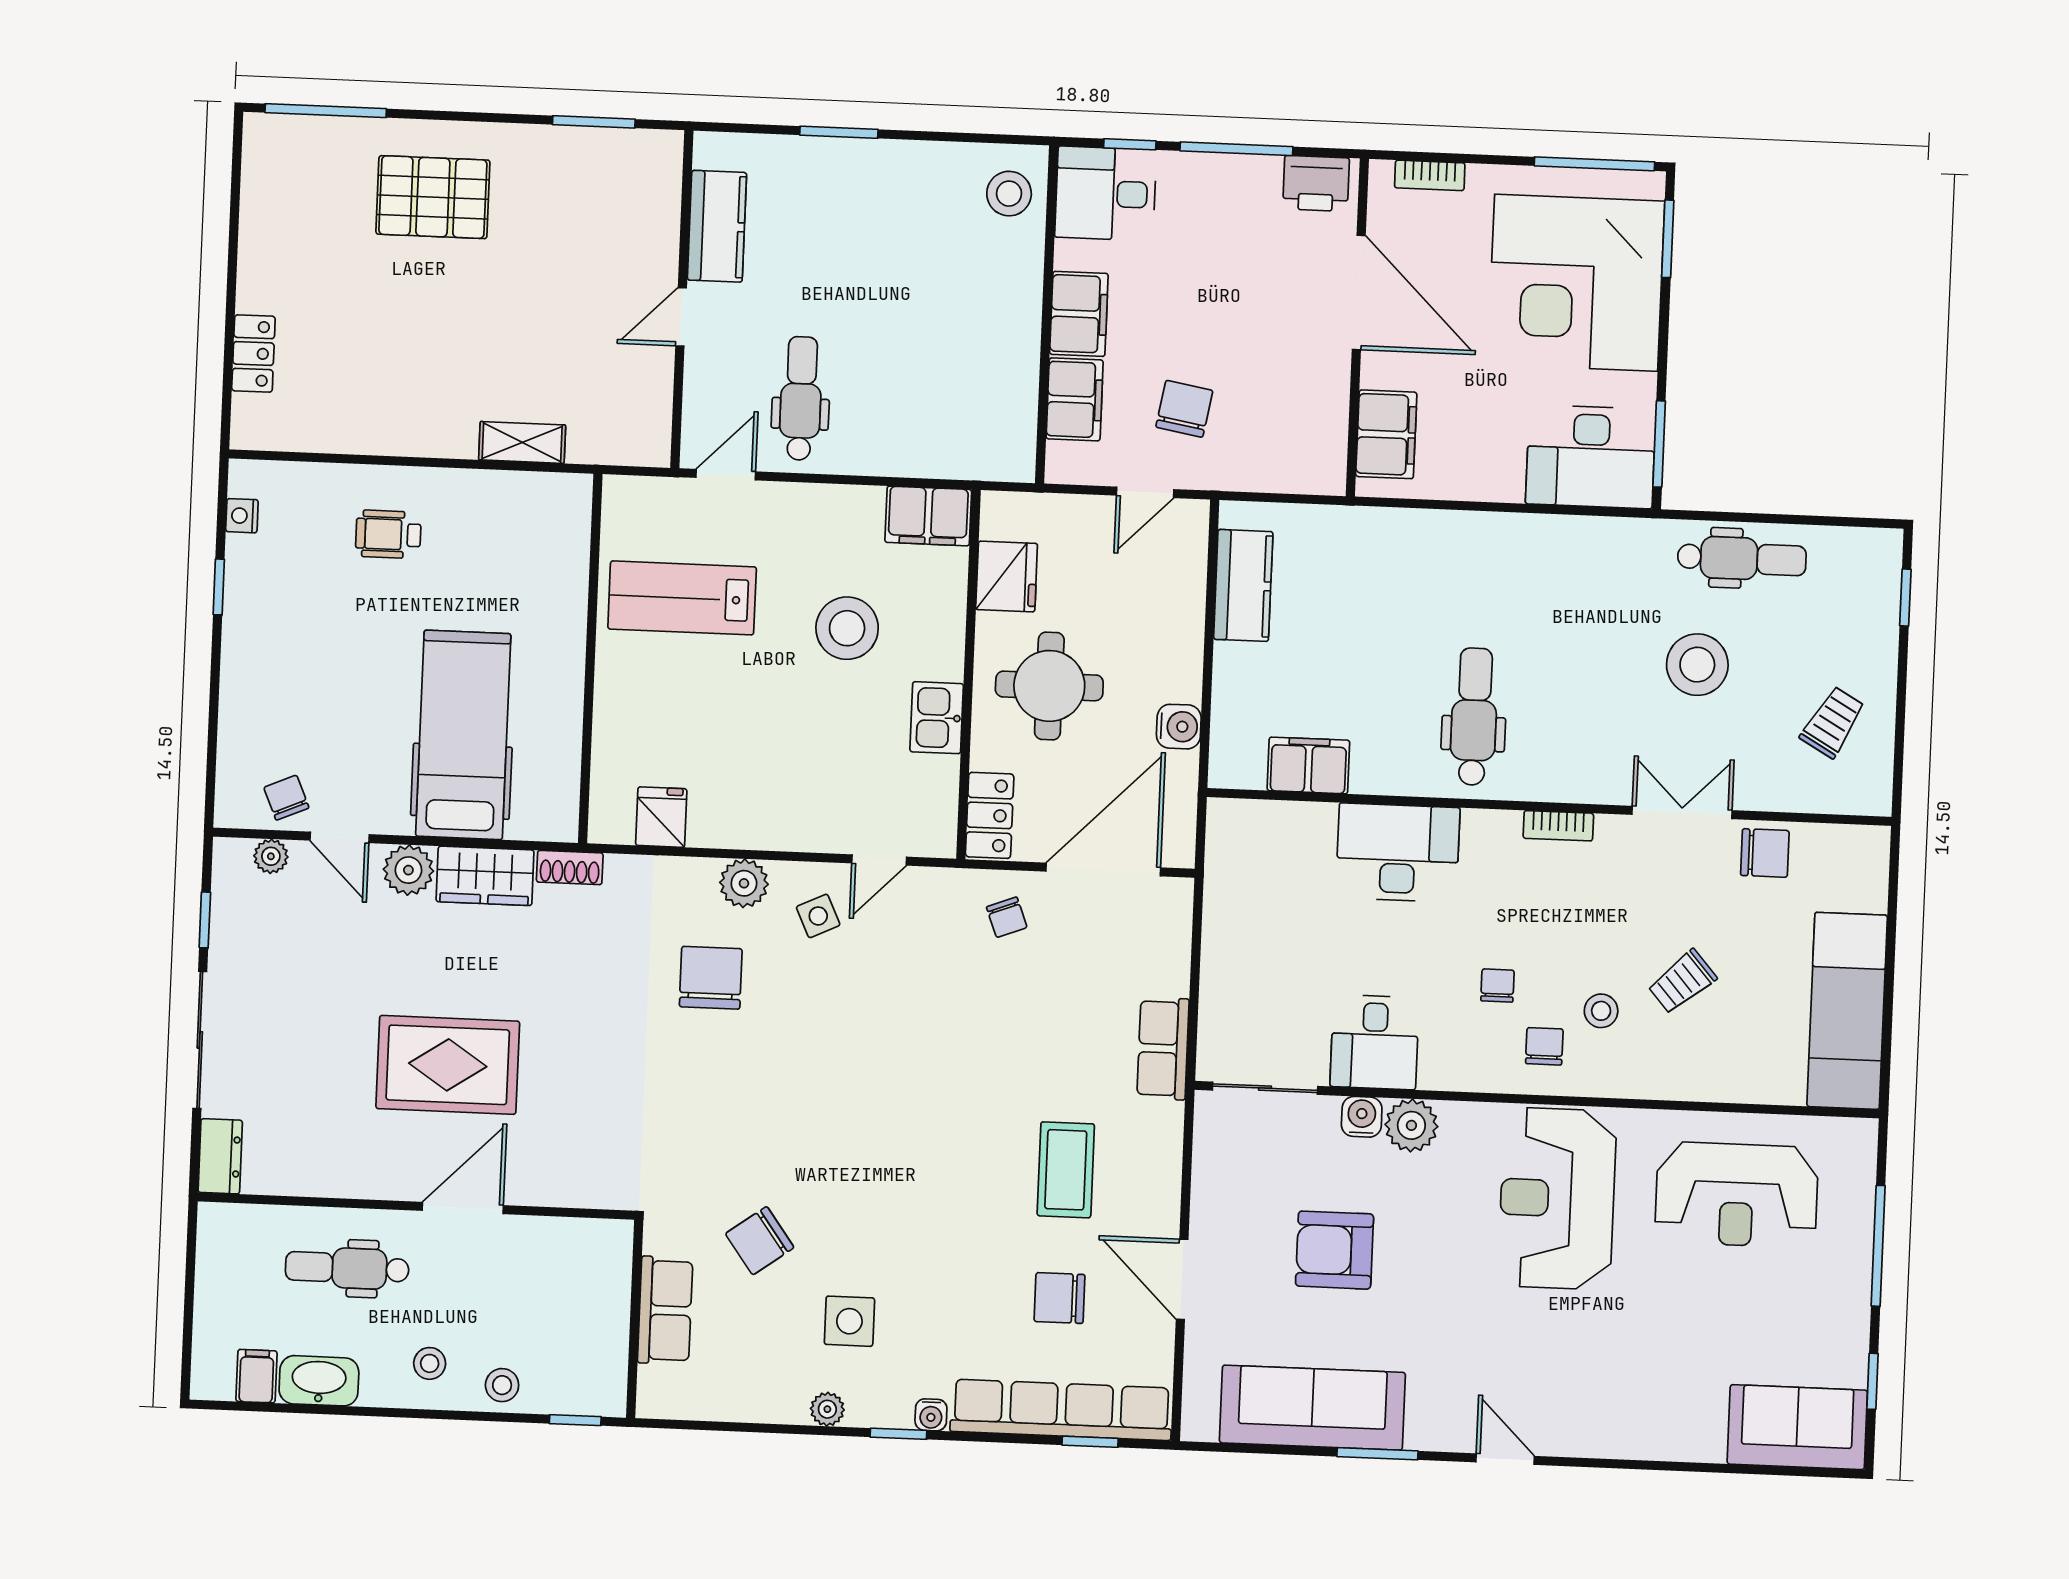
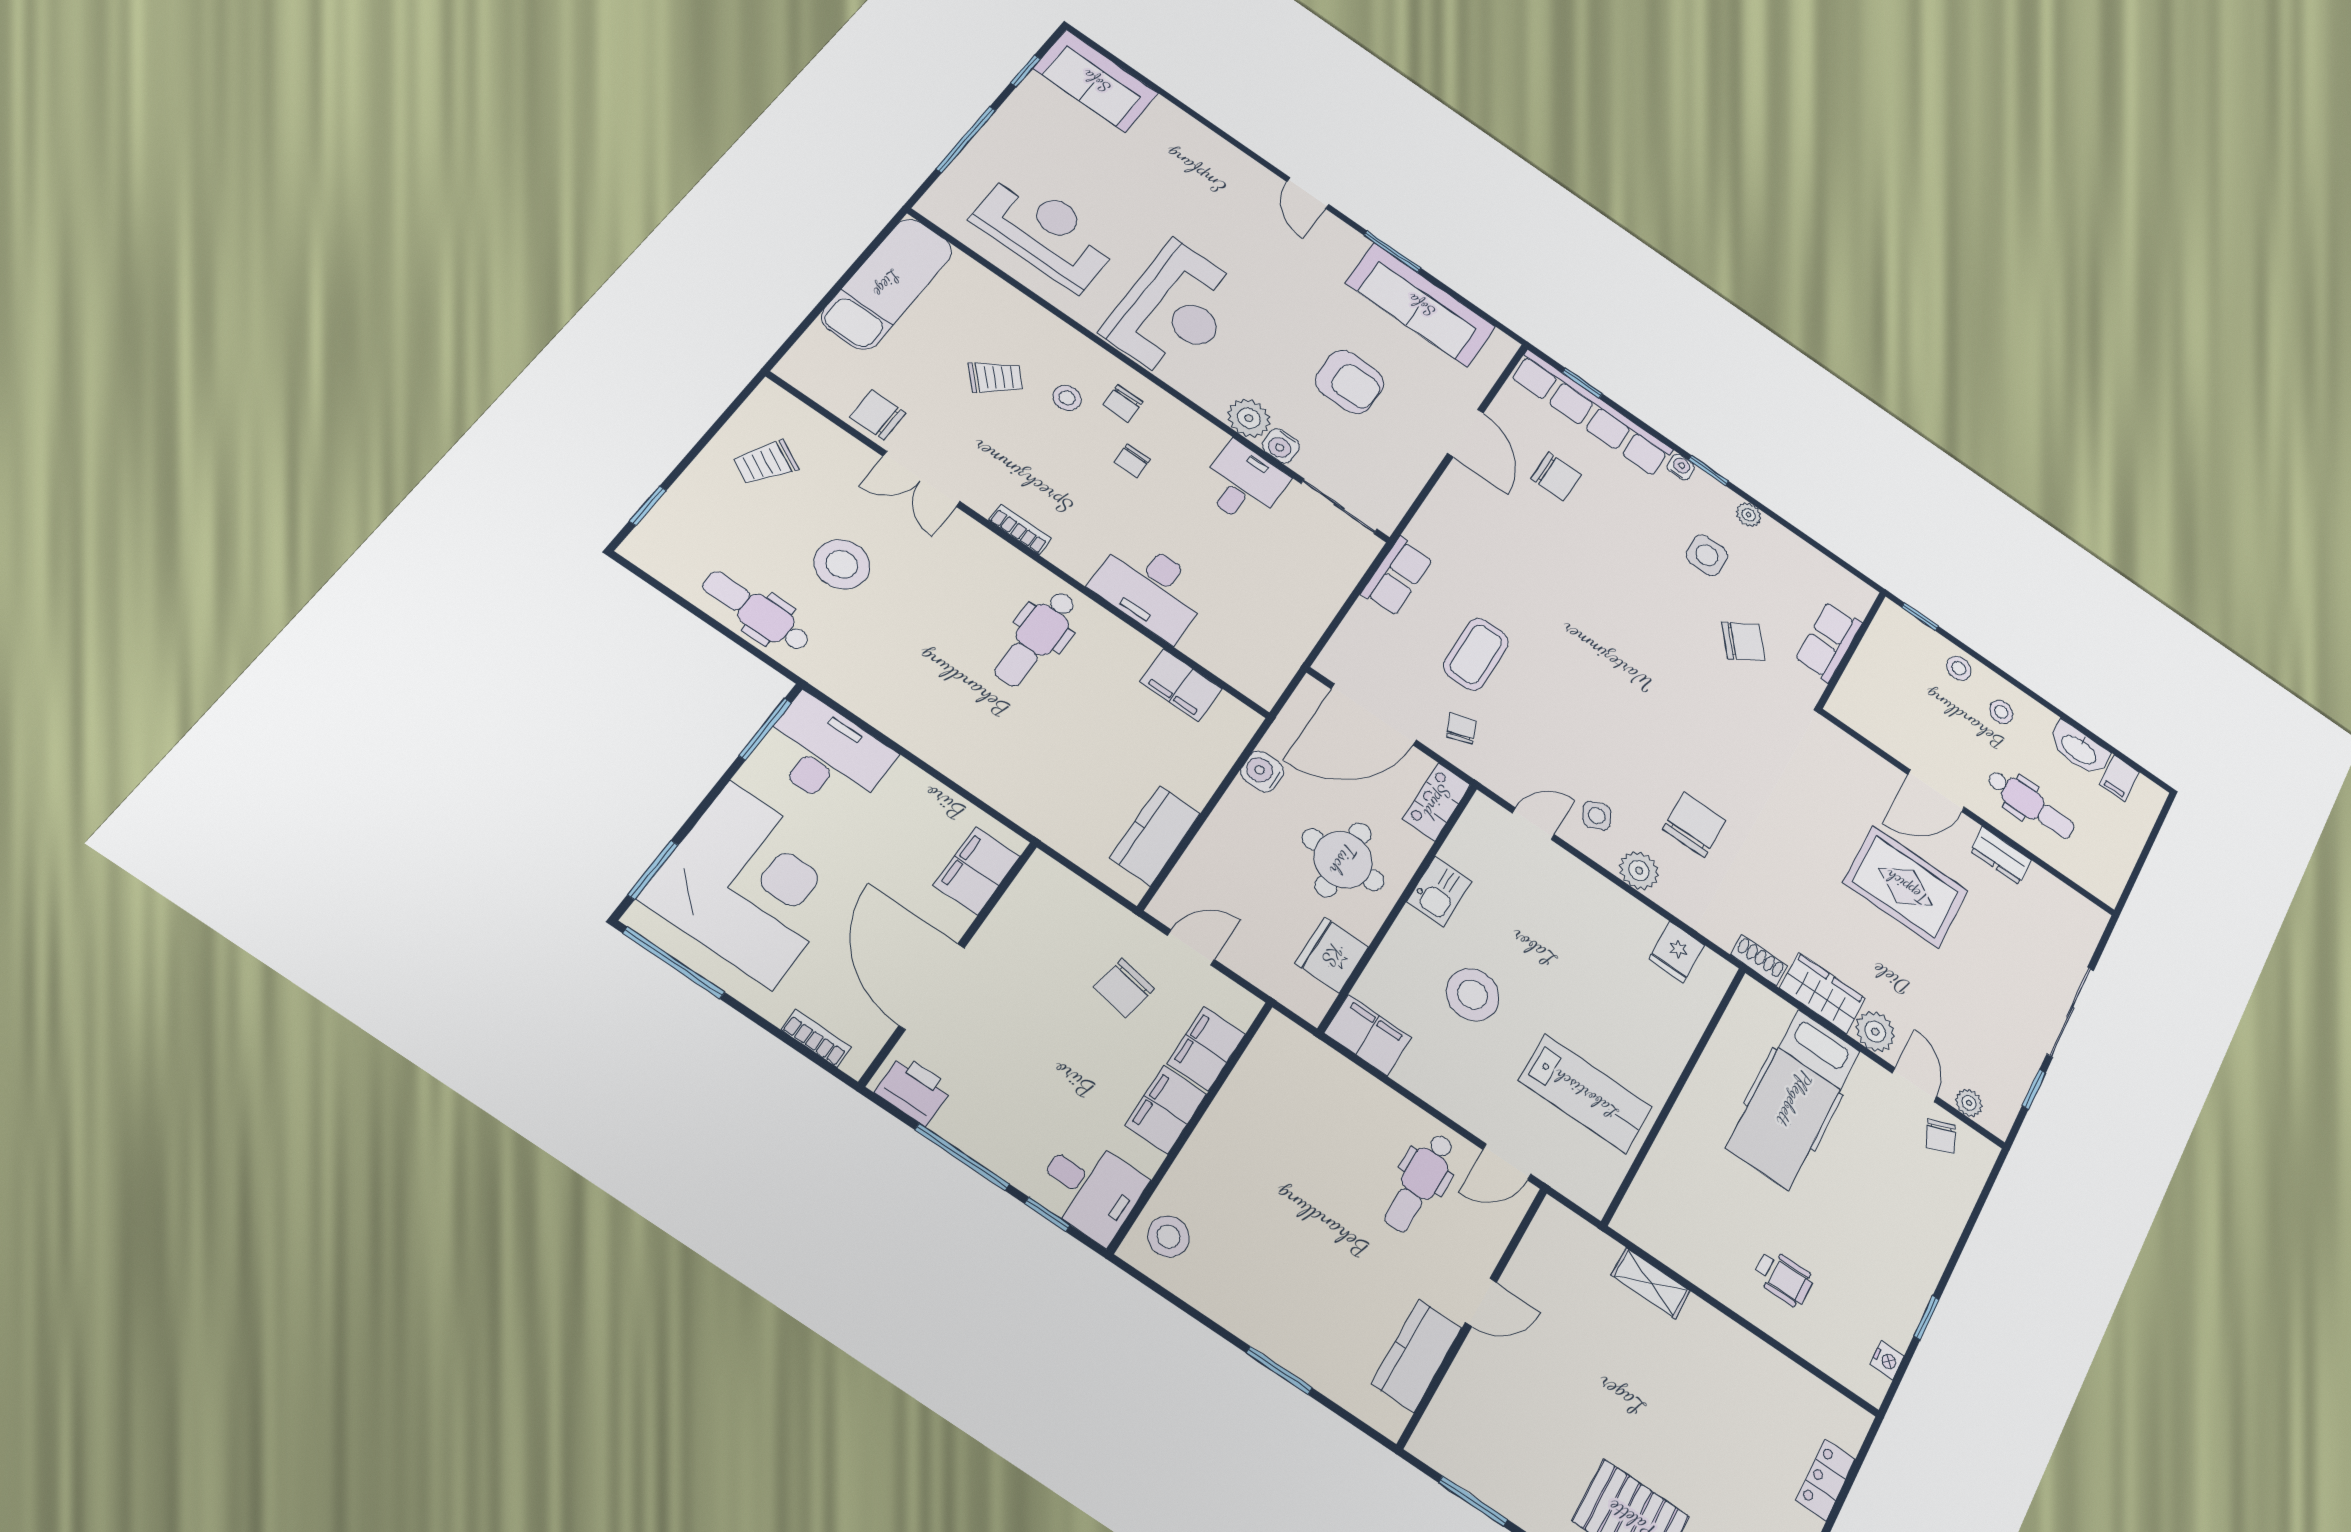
chair: (711, 978) -> (1694, 825), turned 180
dresser: (220, 1156) -> (2001, 856), moved, turned -90
coffee table: (1066, 1170) -> (1476, 654), moved

